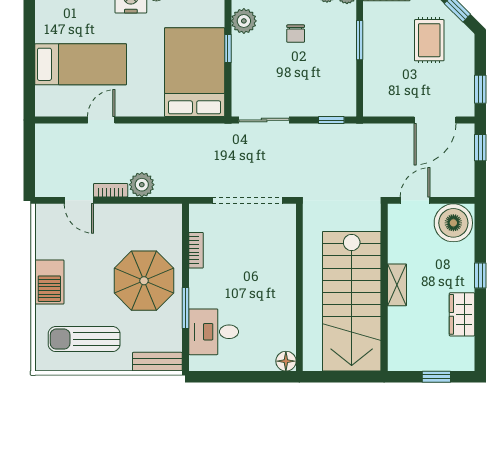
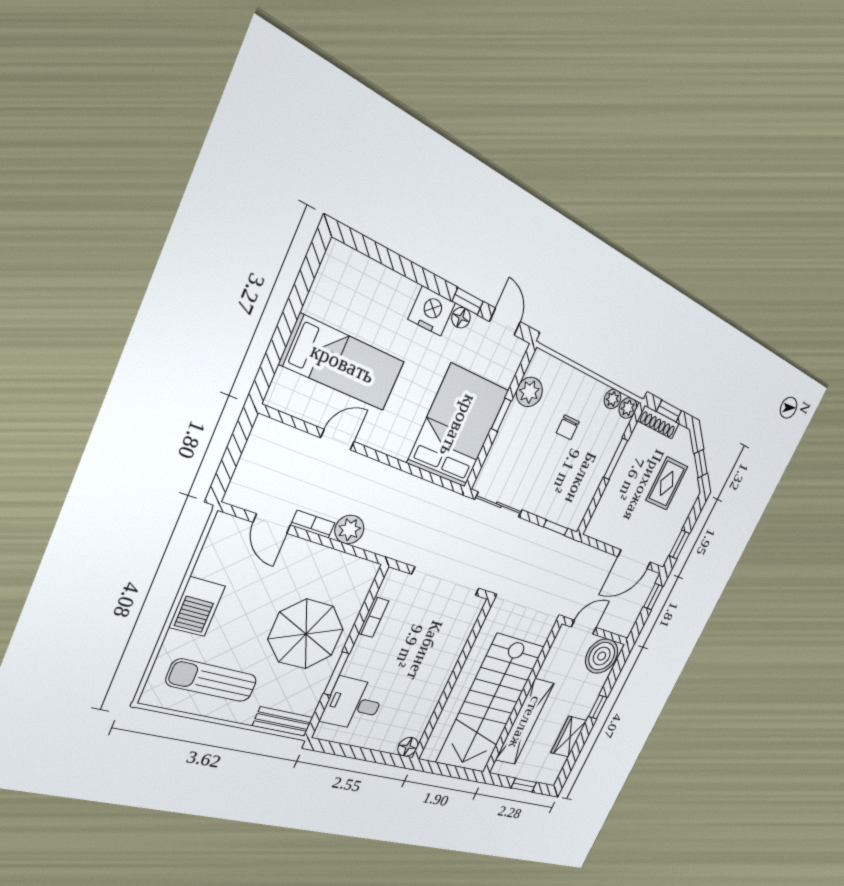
shelving: (397, 285) -> (525, 722), width x2.20, depth x1.33

